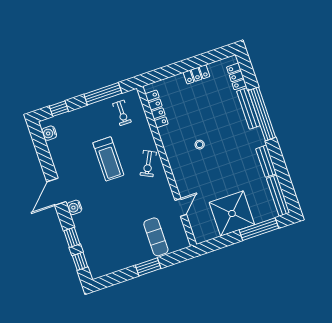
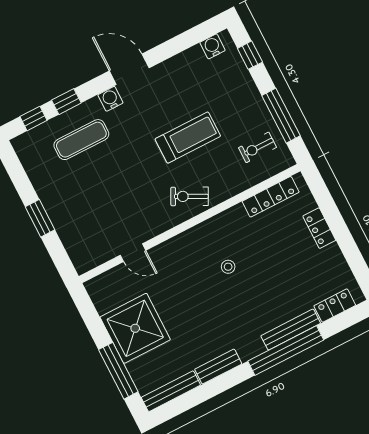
locker: (196, 74) -> (319, 228), moved
treadmill: (108, 159) -> (188, 138), turned 180
exercise mat: (156, 237) -> (81, 140), moved

